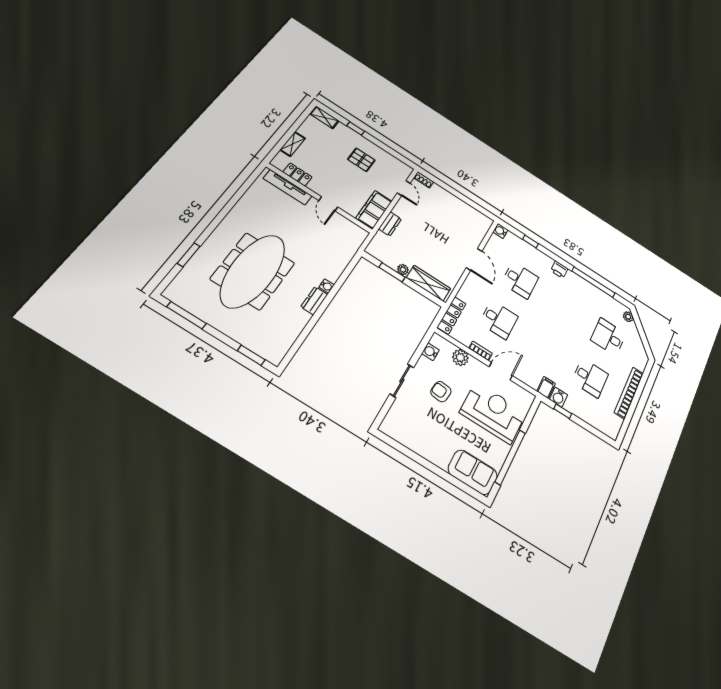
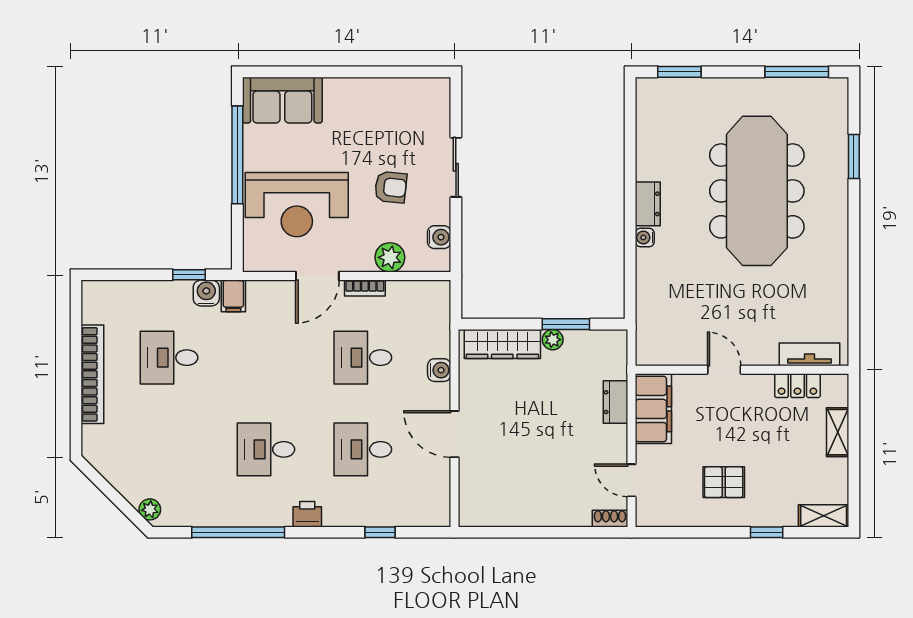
tv unit: (288, 187) -> (809, 354), width x0.71
water cooler: (500, 231) -> (439, 370), moved
locker: (452, 315) -> (439, 315), removed
desk: (608, 337) -> (266, 449), moved, turned 180

